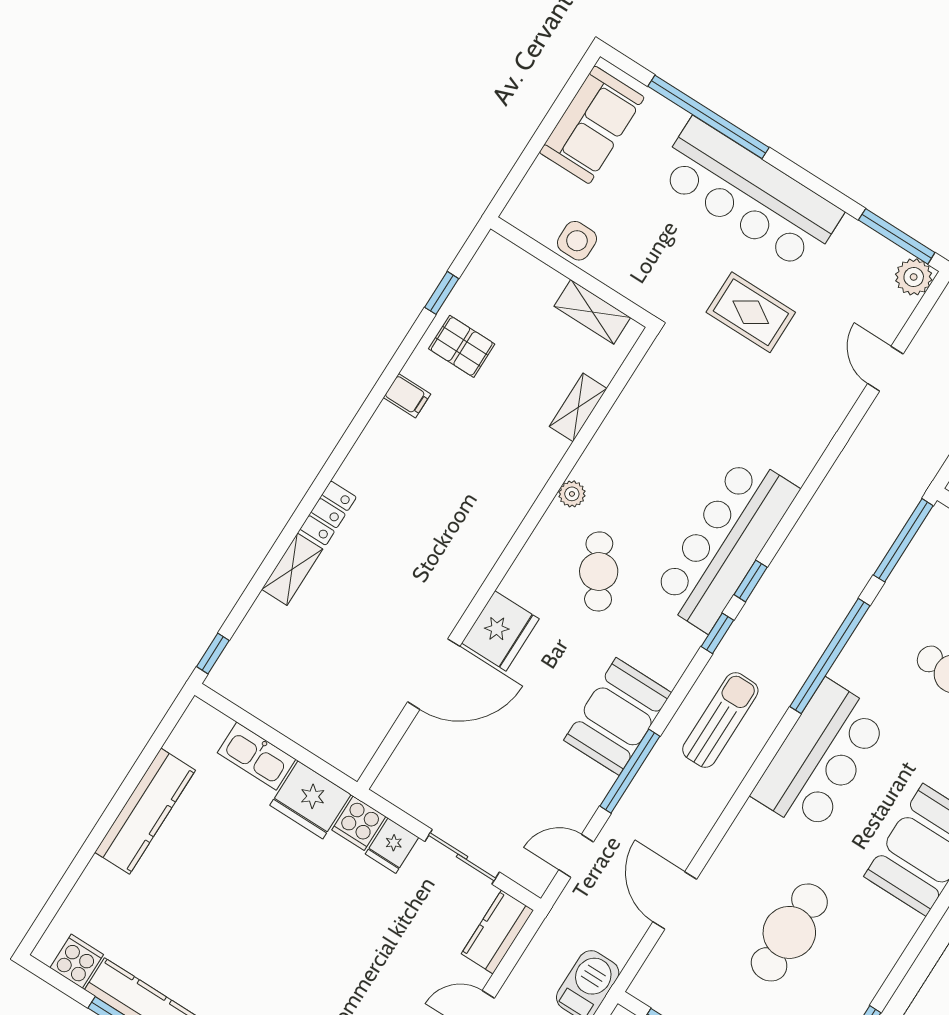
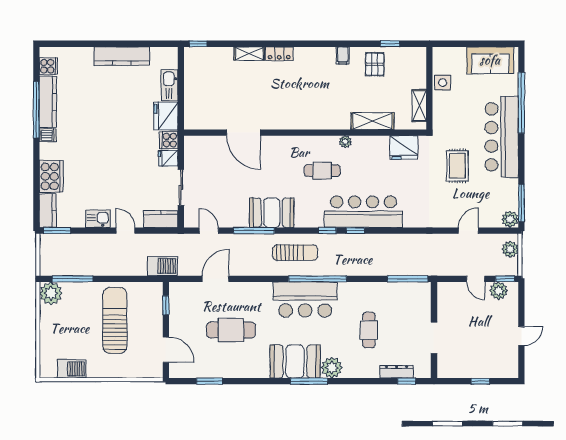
shelving: (578, 407) -> (372, 121), width x1.50, depth x1.33
cafe table: (599, 571) -> (322, 171), turned 31
fridge: (500, 631) -> (404, 148), moved
window: (830, 656) -> (318, 279), moved

